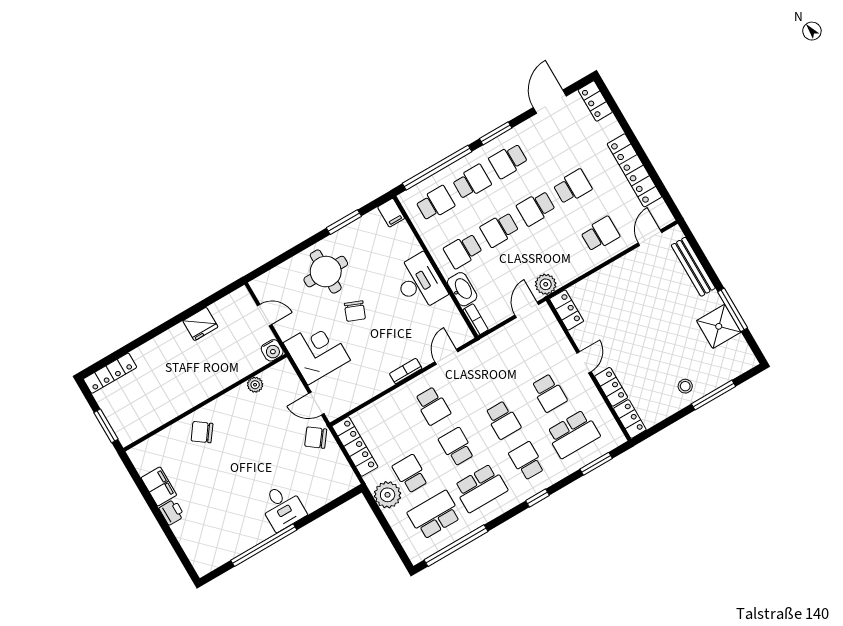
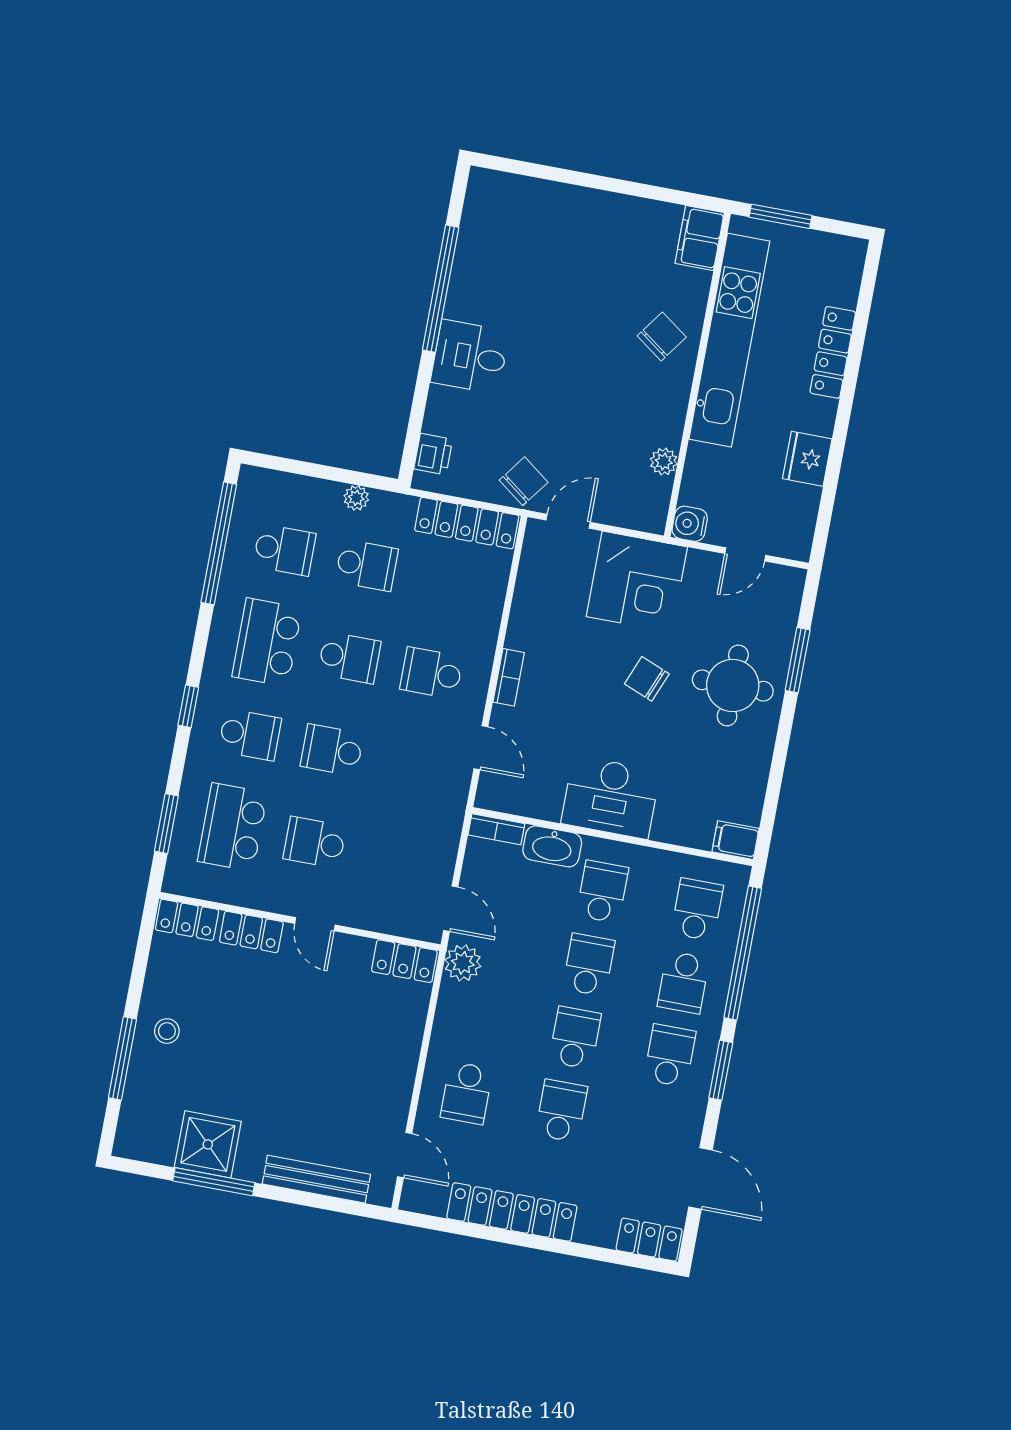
school desk: (573, 187) -> (561, 1111), turned 180
school desk: (435, 203) -> (697, 909), turned 180
window: (344, 222) -> (798, 660), moved
locker: (110, 373) -> (833, 352), moved
kitchen unit: (178, 402) -> (729, 340), added
filing cabinet: (159, 486) -> (700, 238), moved, turned 90
plant: (388, 495) -> (356, 498), width x0.53, depth x0.53
printer: (172, 512) -> (433, 454), moved, turned -90
school desk: (434, 515) -> (284, 550), width x0.54

